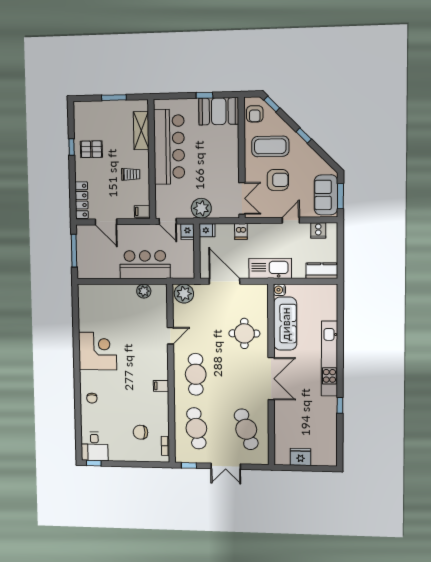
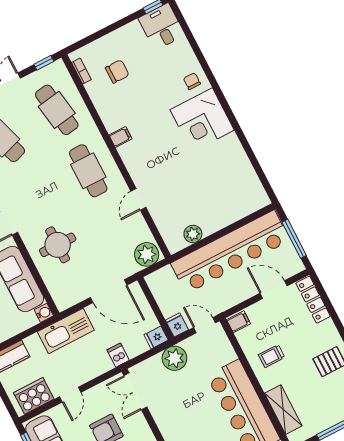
cooker: (318, 230) -> (34, 396), width x1.87, depth x1.31
bar counter: (145, 265) -> (230, 252), width x1.86
corner desk: (98, 351) -> (202, 120), moved

